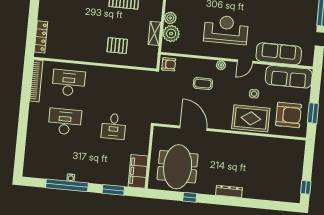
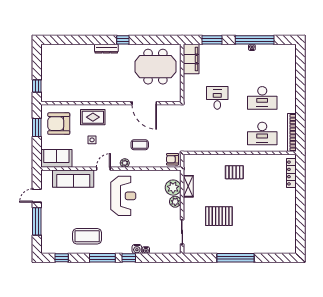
reception desk: (226, 30) -> (123, 196), turned -90
pallet: (117, 46) -> (234, 172), moved
sofa: (289, 77) -> (56, 158), width x0.73
rug: (251, 118) -> (93, 117), width x0.73, depth x0.70
meeting table: (178, 167) -> (155, 67), turned 90
window: (306, 187) -> (37, 86), moved
window: (190, 197) -> (123, 40), moved

